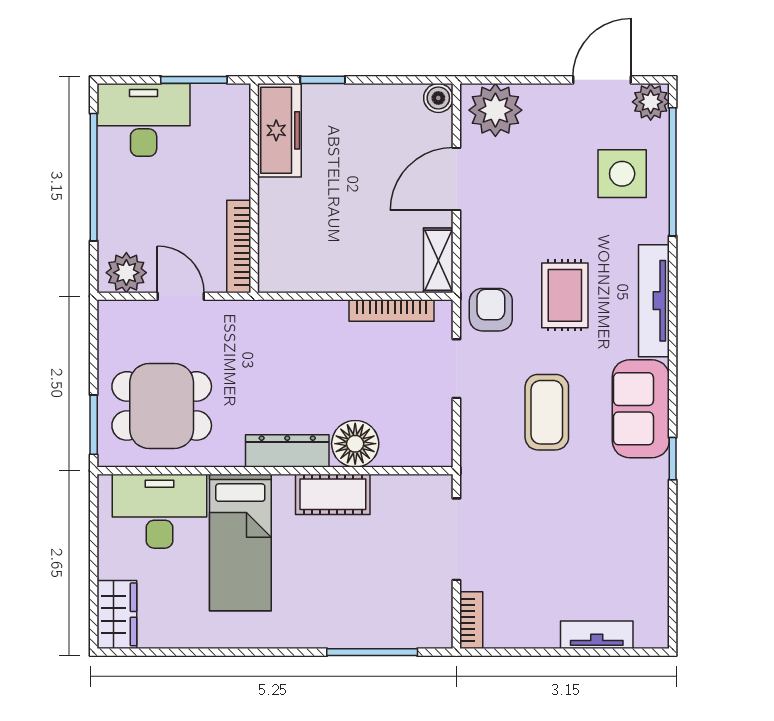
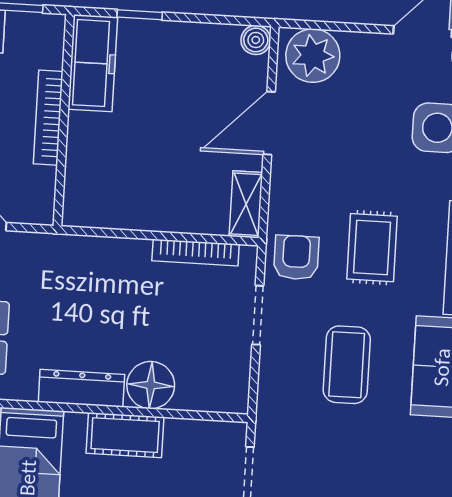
bookcase: (239, 246) -> (48, 118), moved

